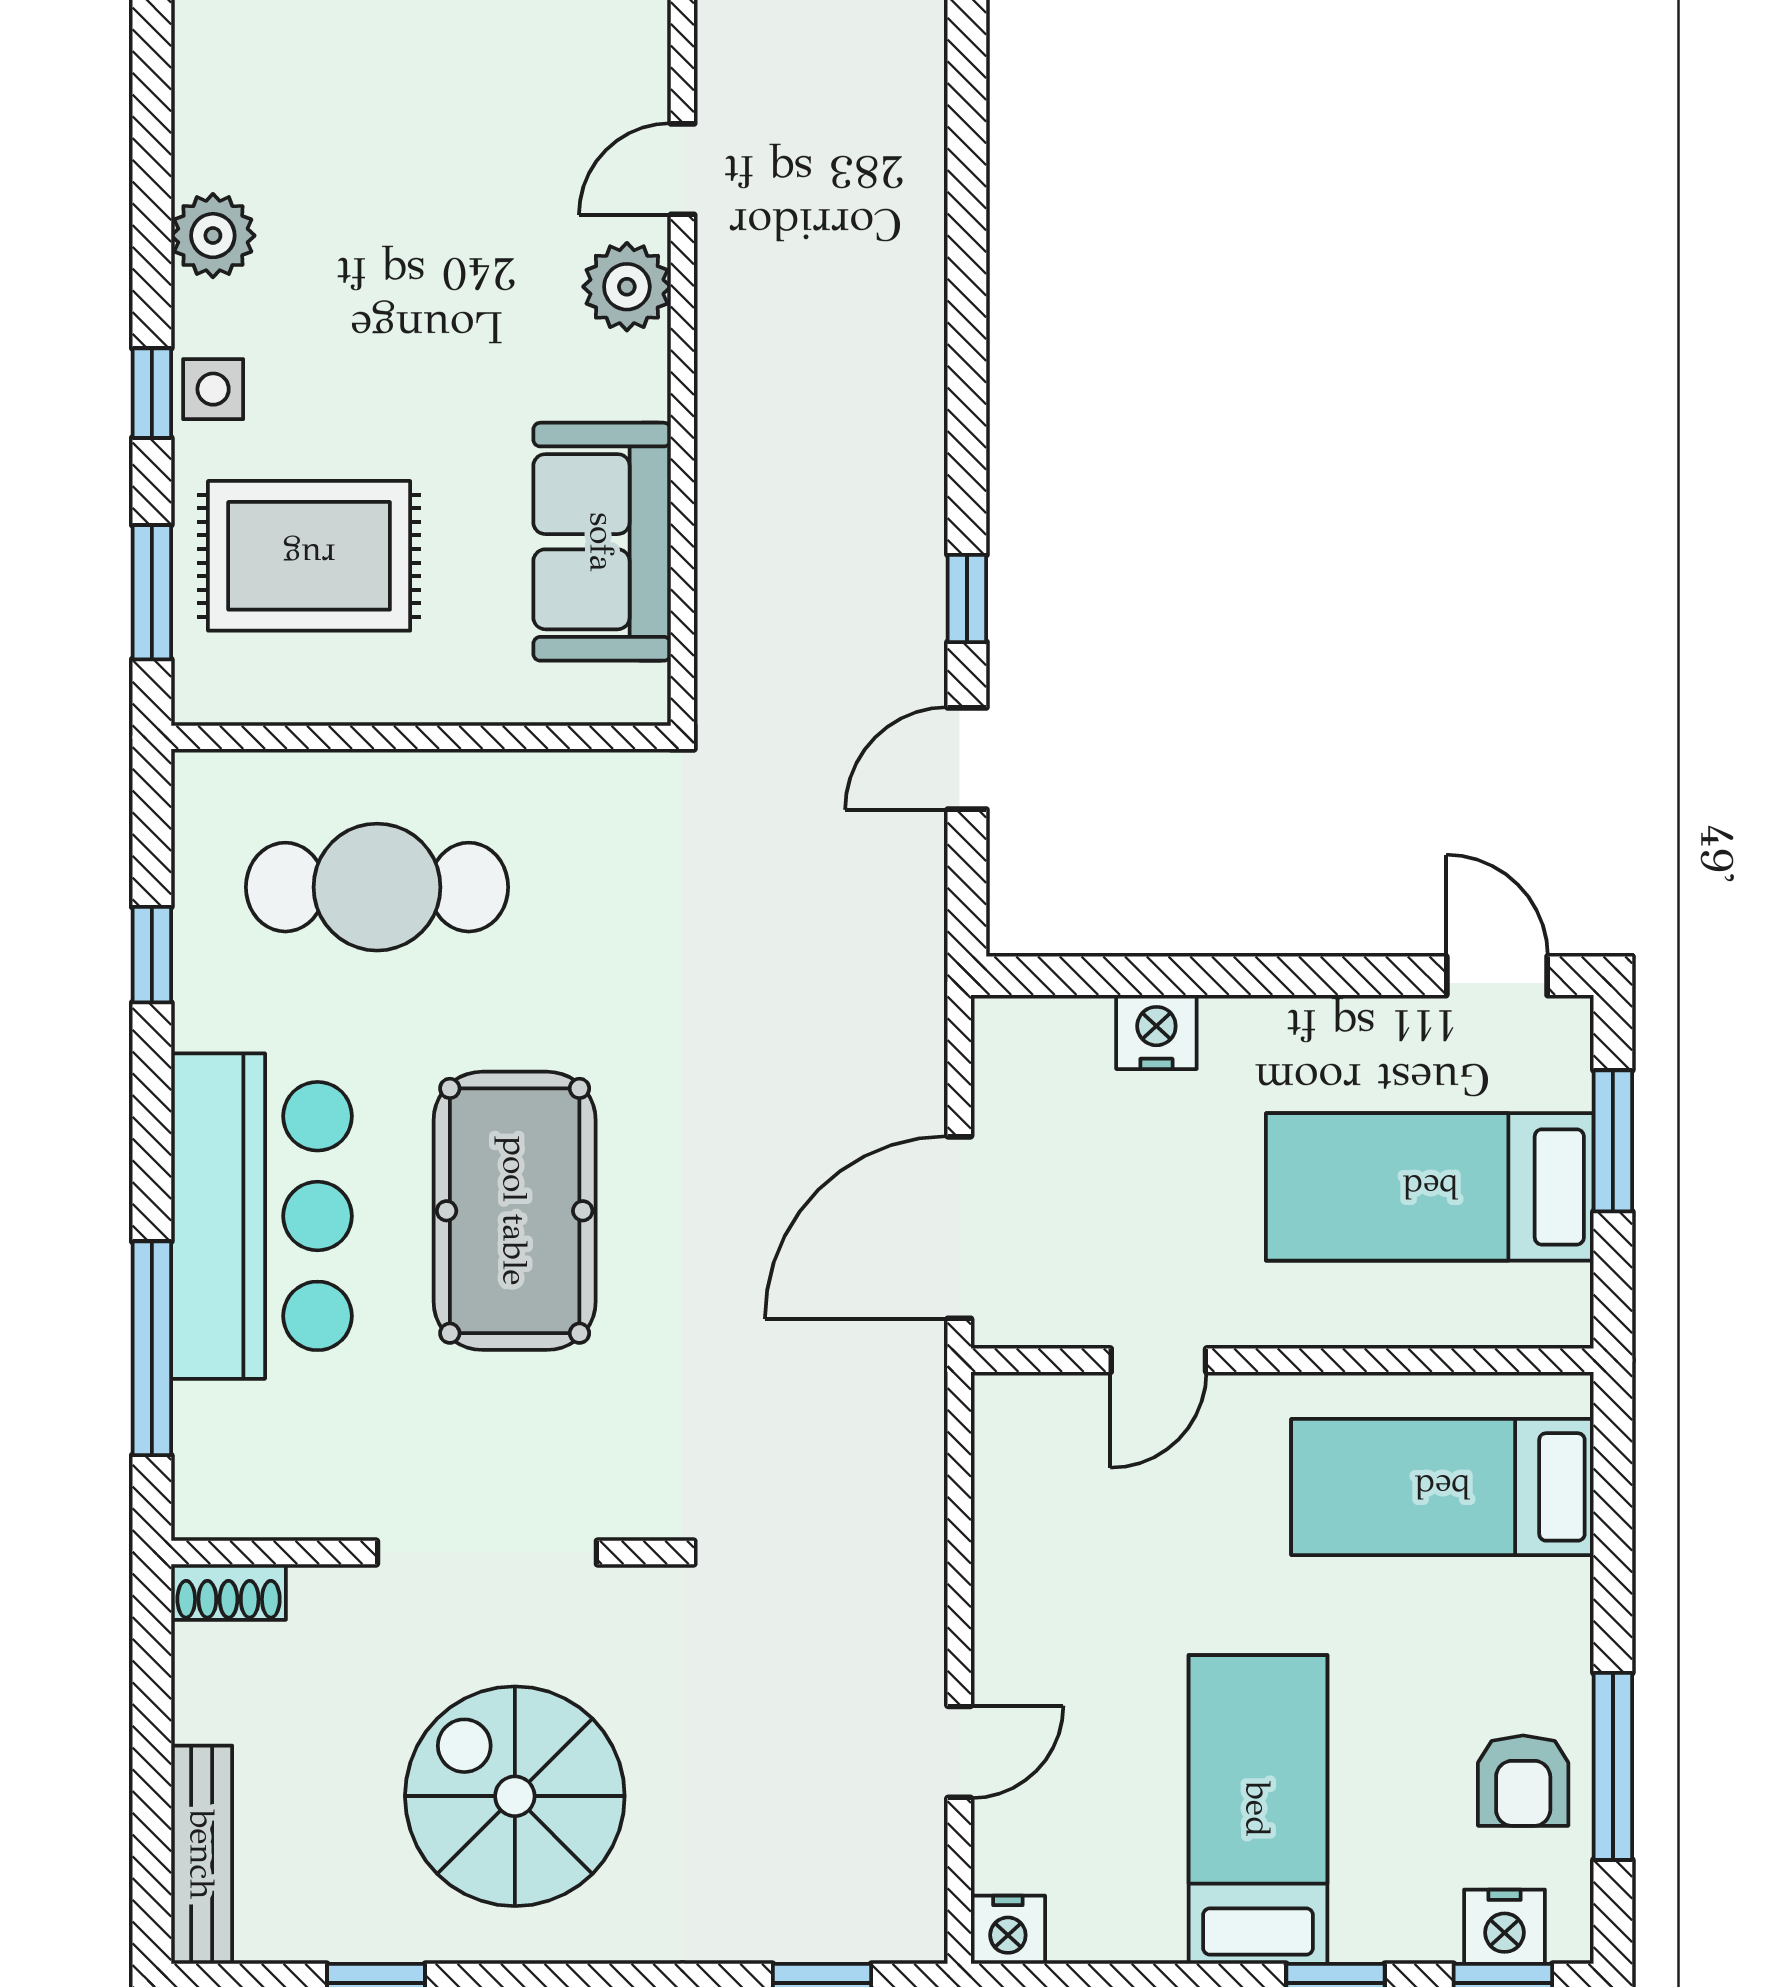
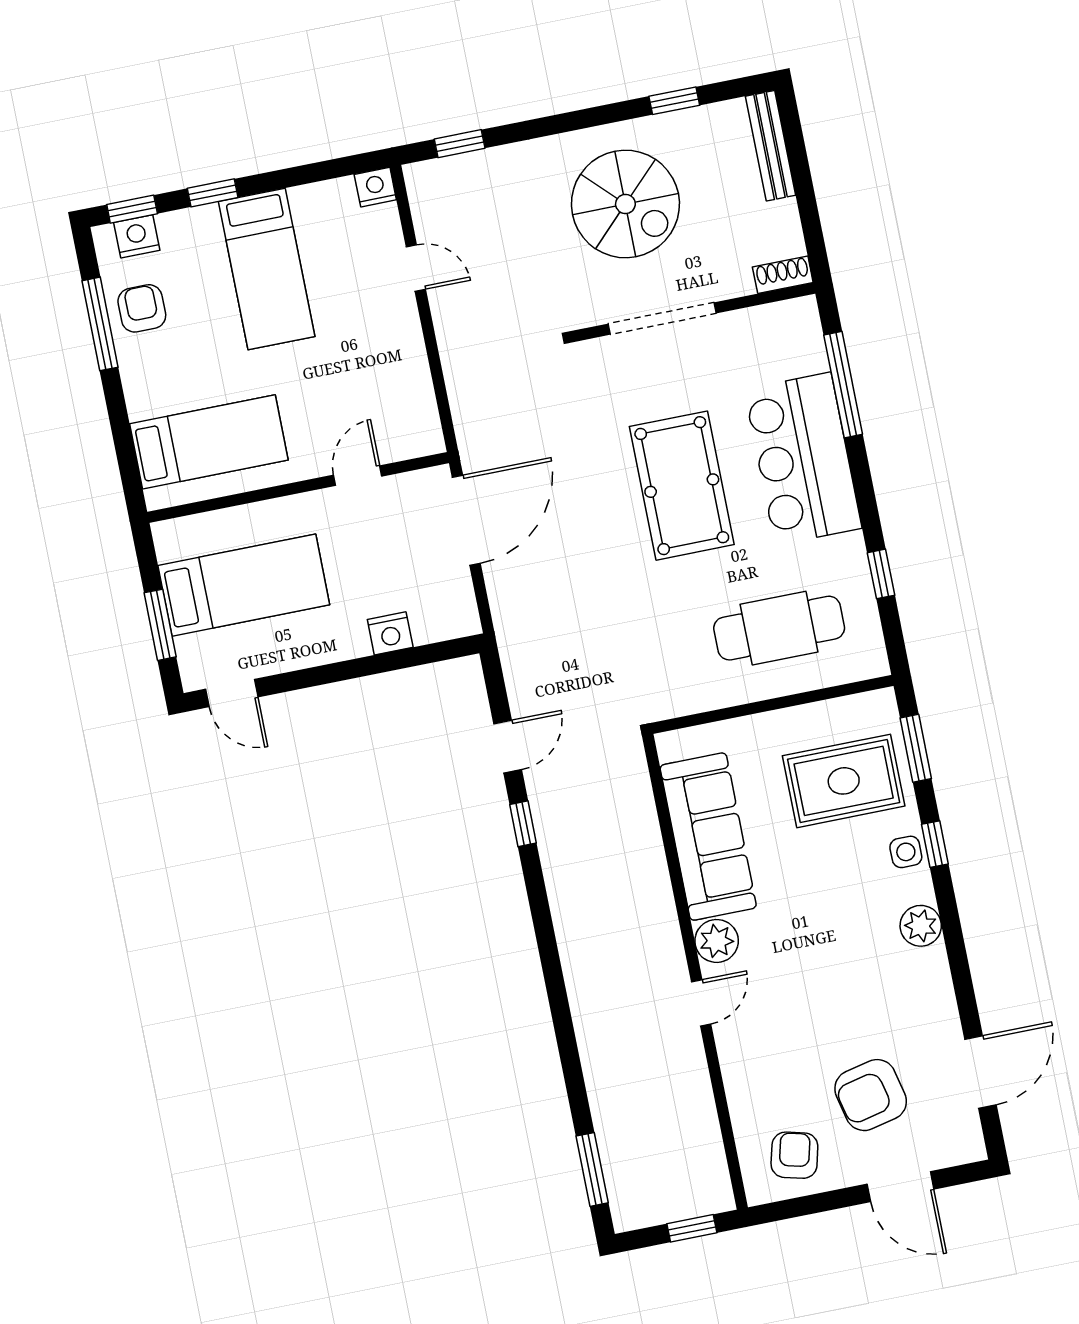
sofa: (602, 542) -> (708, 837), width x1.36
door: (959, 1752) -> (416, 268), swing flipped

